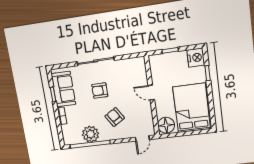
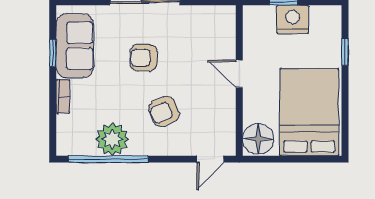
nightstand: (196, 58) -> (293, 19), moved, turned -90
armchair: (115, 117) -> (164, 111), turned -82

